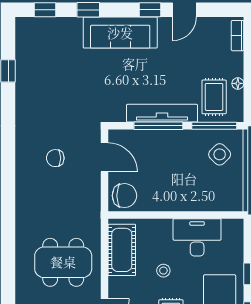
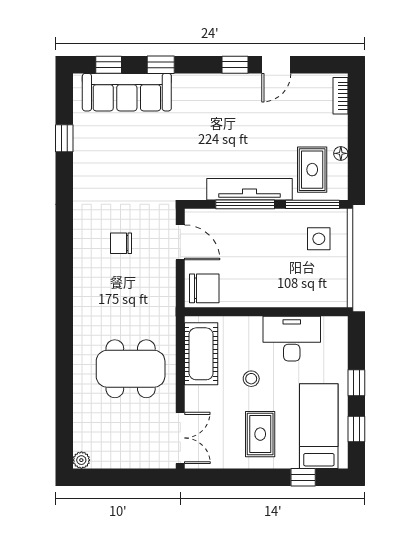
sofa: (120, 33) -> (127, 92), moved
side table: (220, 154) -> (319, 239), turned 45

